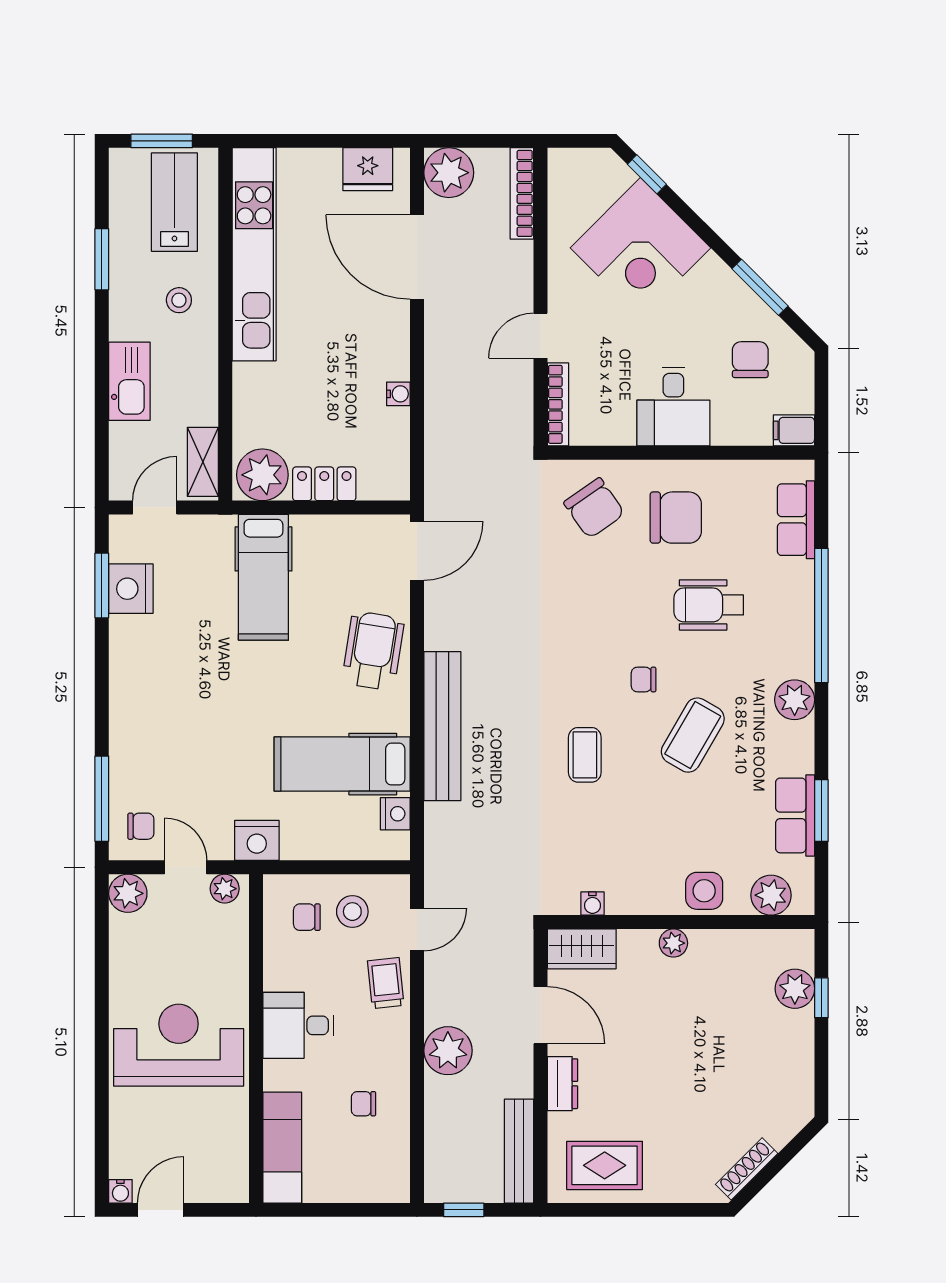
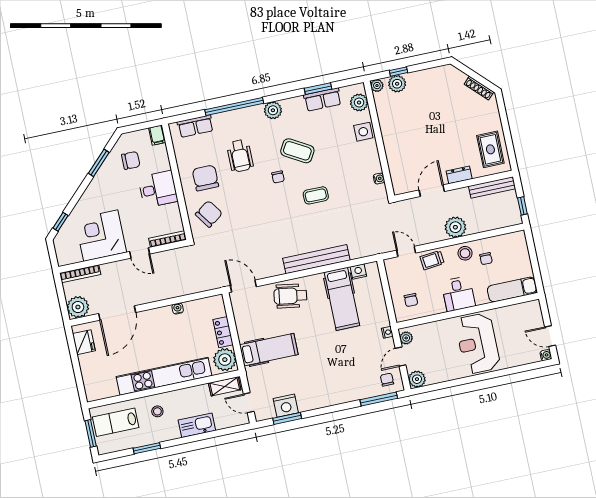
corner desk: (640, 248) -> (101, 236), moved, turned -135
kitchen unit: (254, 254) -> (164, 376), moved
chair: (750, 360) -> (131, 160), turned 180
nightstand: (257, 840) -> (387, 332), width x0.53, depth x0.56
stool: (352, 912) -> (465, 253), moved
plant: (673, 943) -> (377, 86), moved
wardrobe: (582, 949) -> (399, 179), removed

